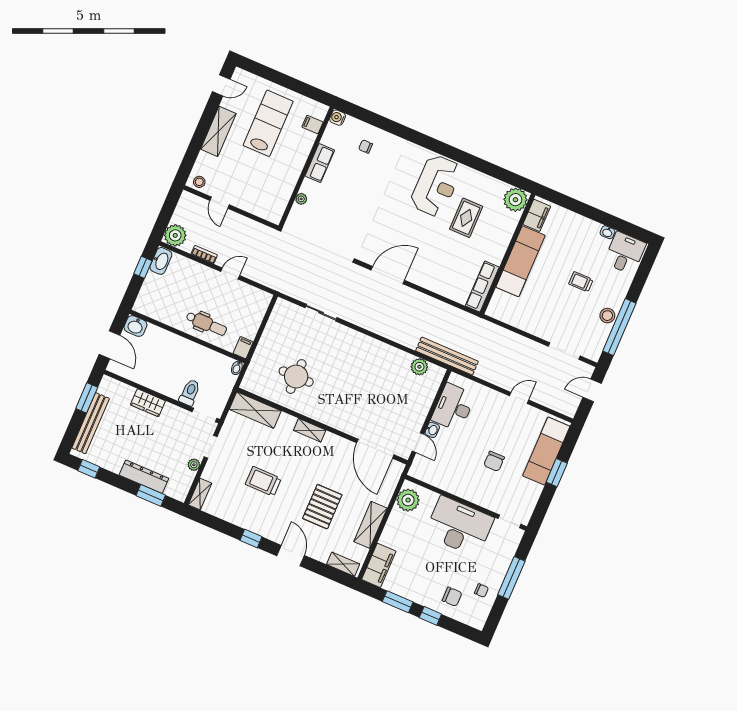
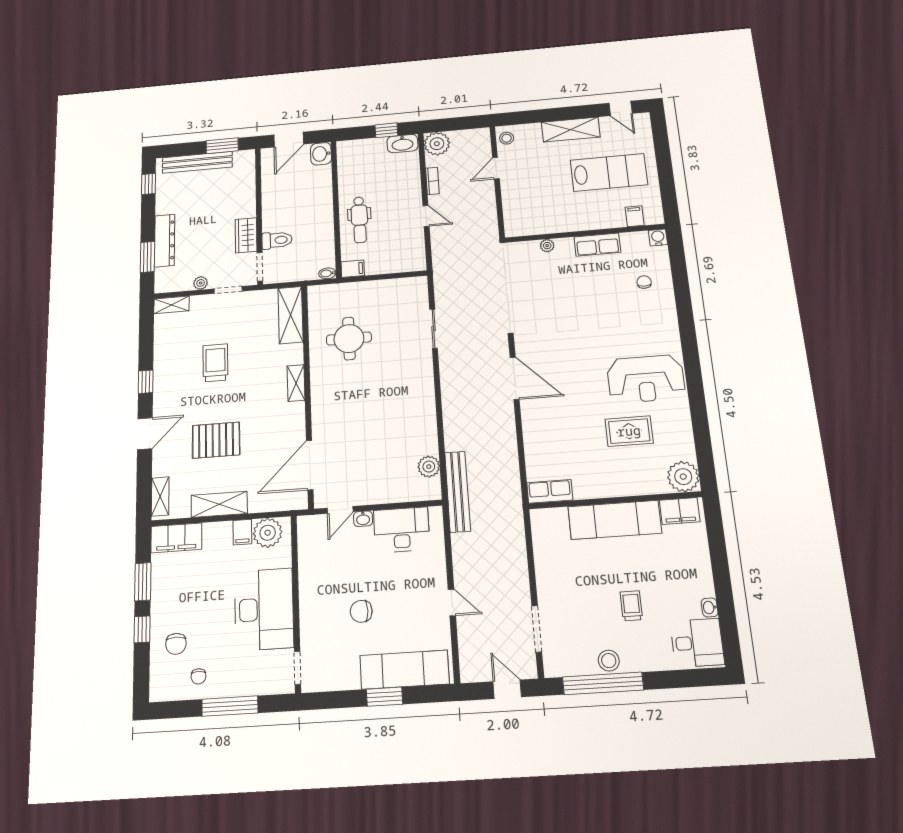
row of seats: (482, 286) -> (550, 491), width x0.68
wardrobe: (148, 403) -> (246, 235), moved
filing cabinet: (399, 517) -> (242, 532), added

